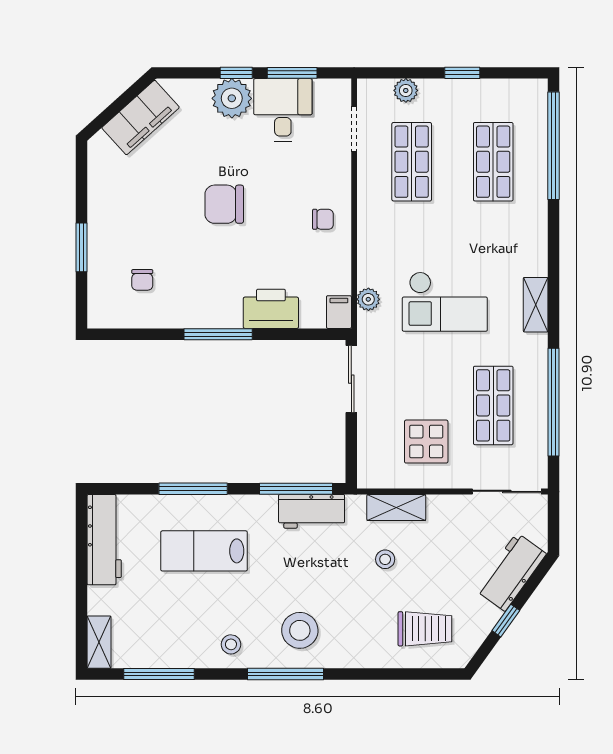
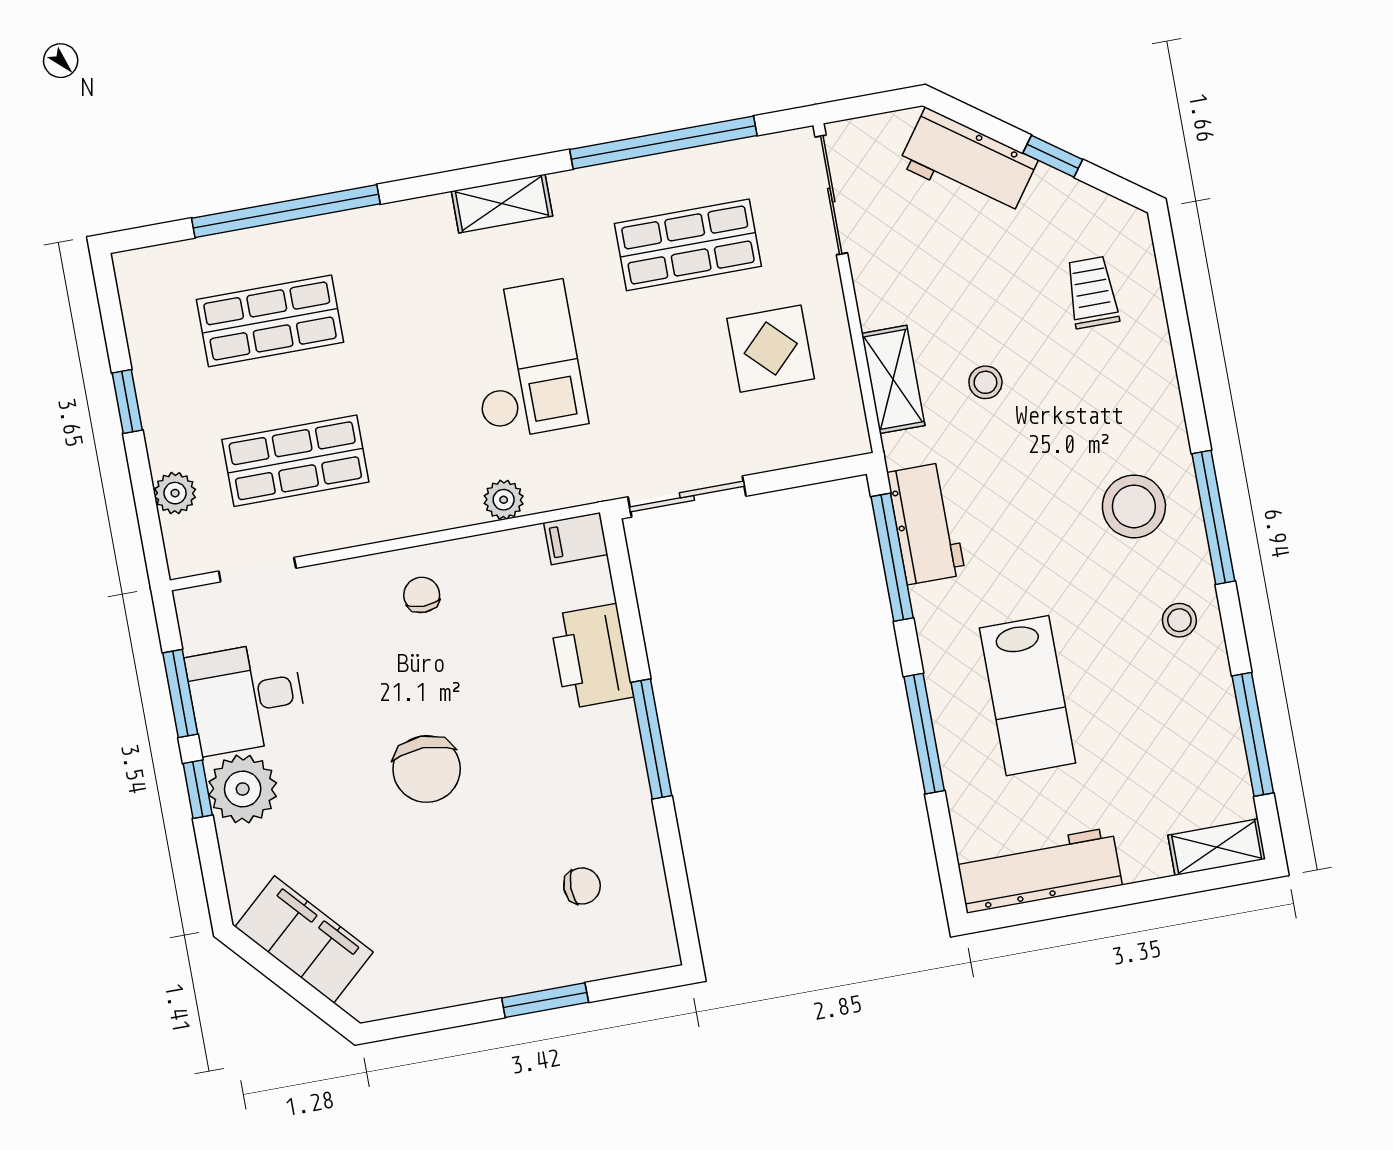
window: (554, 146) -> (286, 211), moved
plant: (368, 299) -> (504, 500), moved
trolley: (425, 629) -> (1092, 292), width x0.73, depth x0.72

